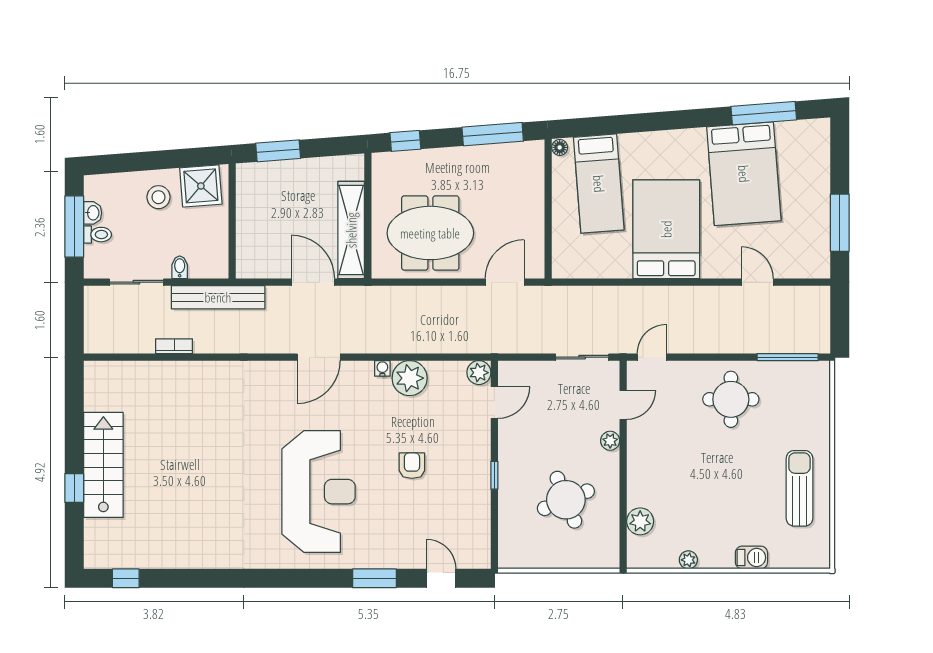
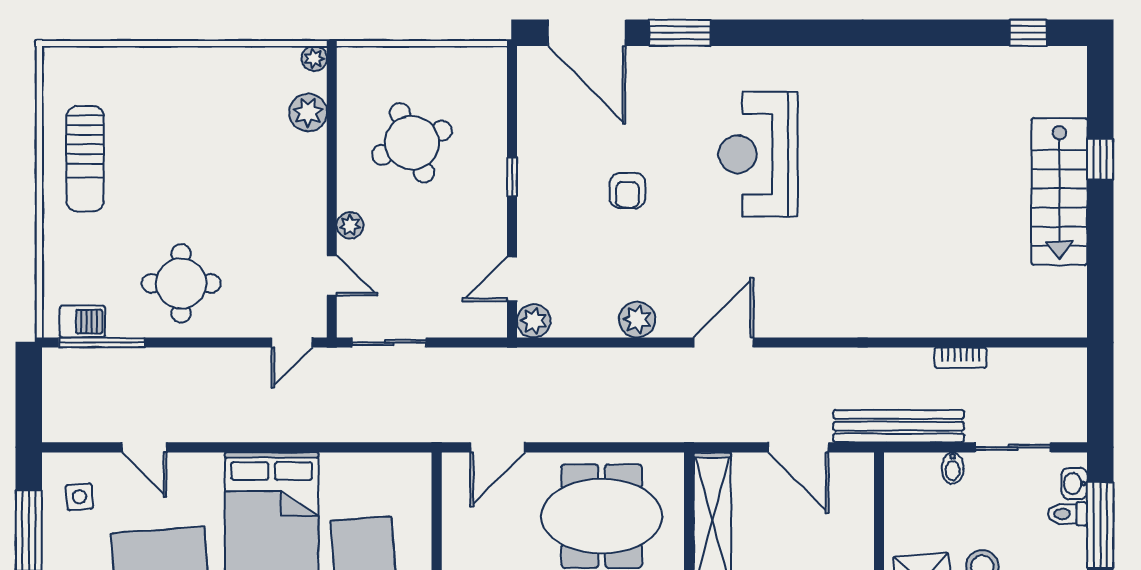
washbasin: (93, 213) -> (1074, 484), moved
side table: (803, 247) -> (79, 497), added
door: (313, 282) -> (798, 447), moved
door: (319, 357) -> (724, 342), moved
water cooler: (382, 368) -> (669, 327), removed
plant: (410, 378) -> (637, 320), width x0.73, depth x0.73
door: (623, 405) -> (332, 275), swing flipped
reception desk: (319, 492) -> (758, 154), width x0.74, depth x0.77
barbecue: (751, 558) -> (82, 322), moved, turned 180
plant: (688, 560) -> (314, 59), moved
door: (441, 578) -> (587, 33), width x1.88

